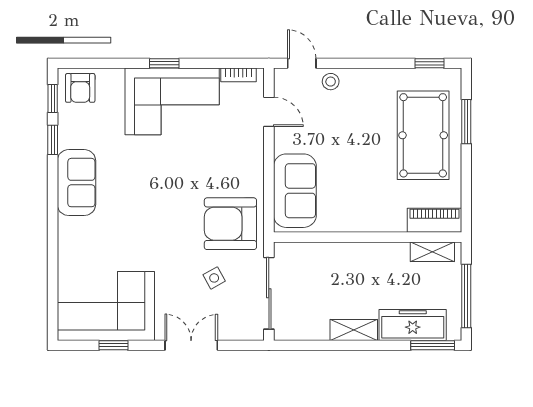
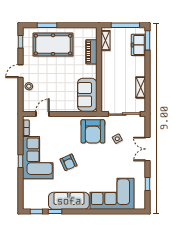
door: (302, 63) -> (21, 71), moved
armchair: (80, 88) -> (69, 162), moved, turned 66
sofa: (76, 183) -> (69, 201), width x1.36
sofa: (295, 191) -> (87, 95), moved, turned -90
piano: (434, 220) -> (91, 52), moved
corner sofa: (106, 306) -> (112, 194), moved, turned 90
freezer: (413, 325) -> (138, 45), width x0.71
shelving: (354, 330) -> (141, 87), moved

